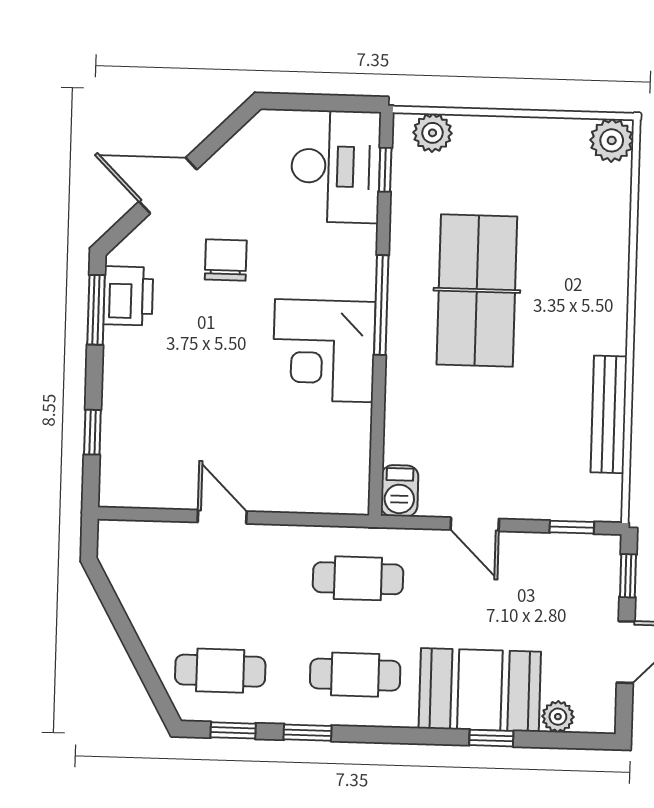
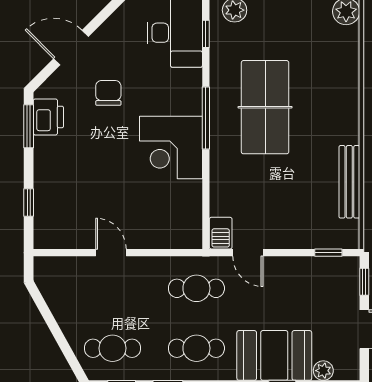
door: (475, 524) -> (248, 253), moved

